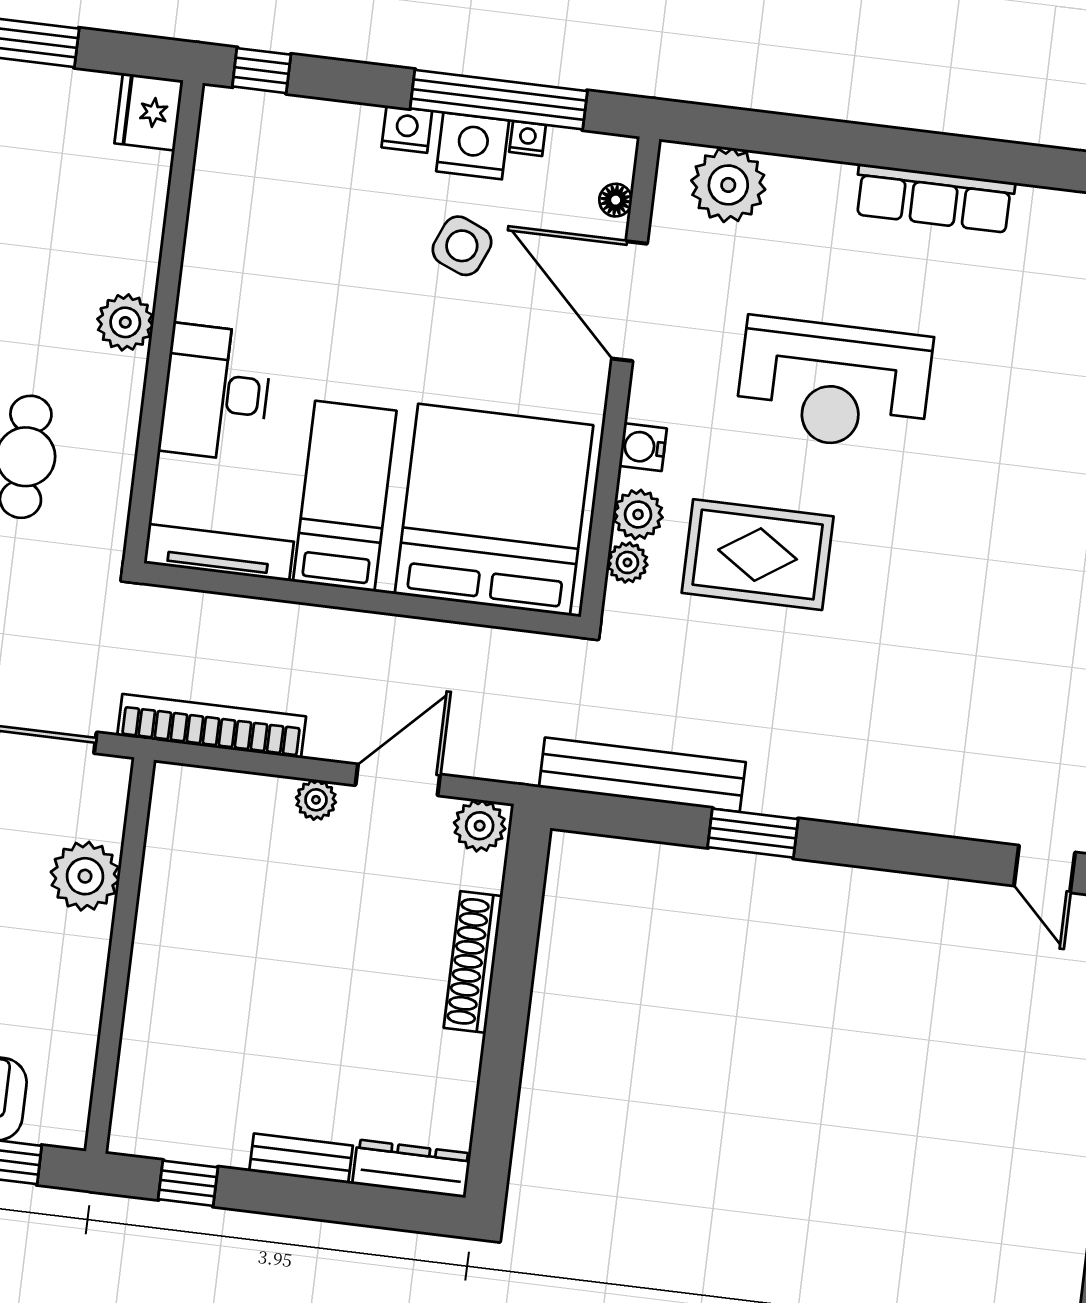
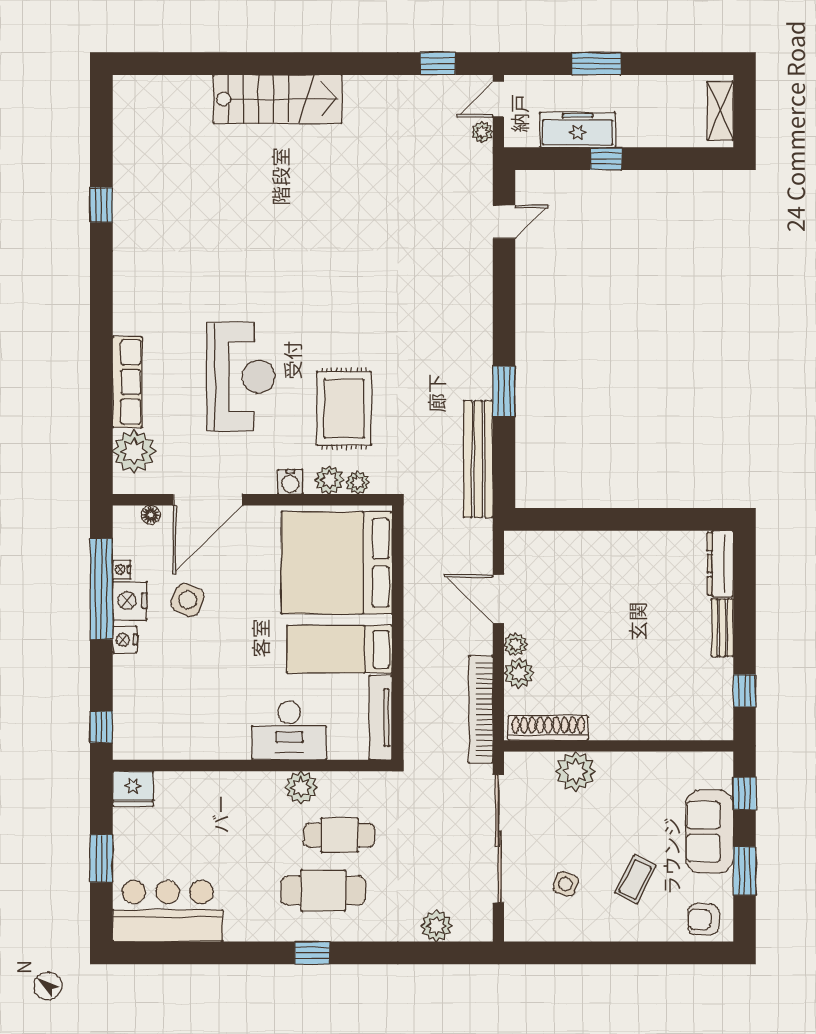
row of seats: (934, 198) -> (127, 382), moved
plant: (125, 322) -> (301, 787), moved
plant: (480, 826) -> (519, 673), moved
shoe rack: (473, 962) -> (548, 728), moved, turned 180

